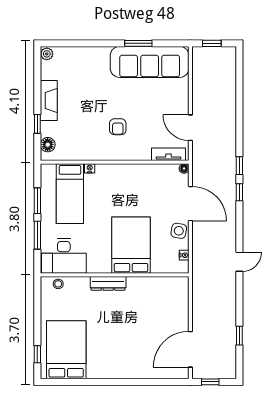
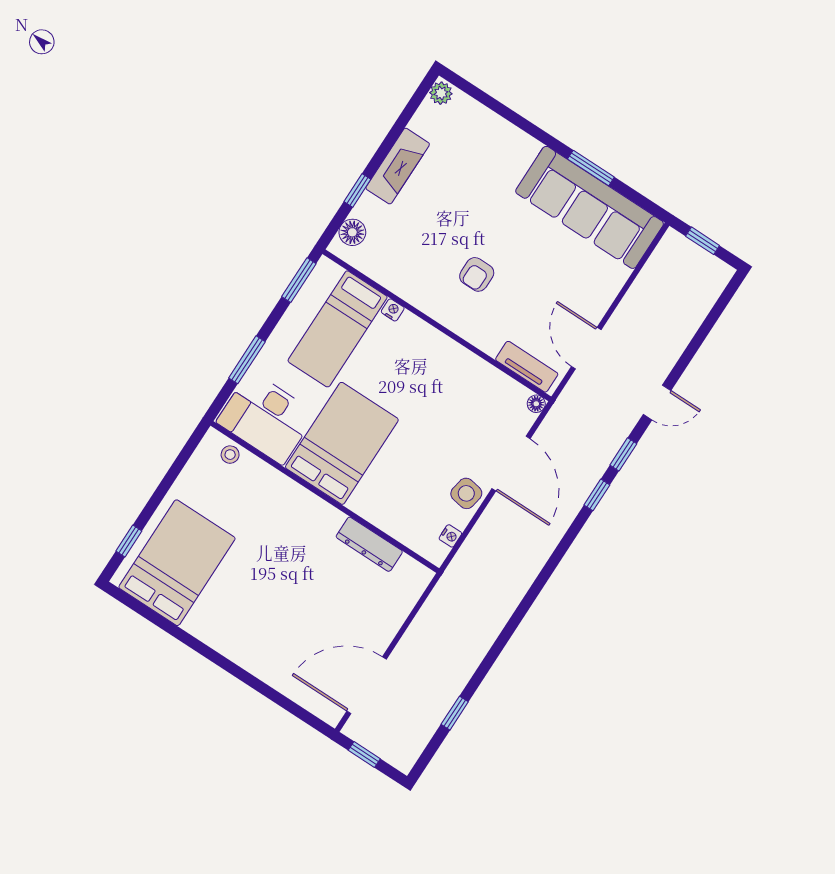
window: (37, 201) -> (299, 280), moved
bed: (131, 245) -> (342, 443), moved
door: (239, 262) -> (657, 402), moved
dresser: (108, 283) -> (369, 544), moved

